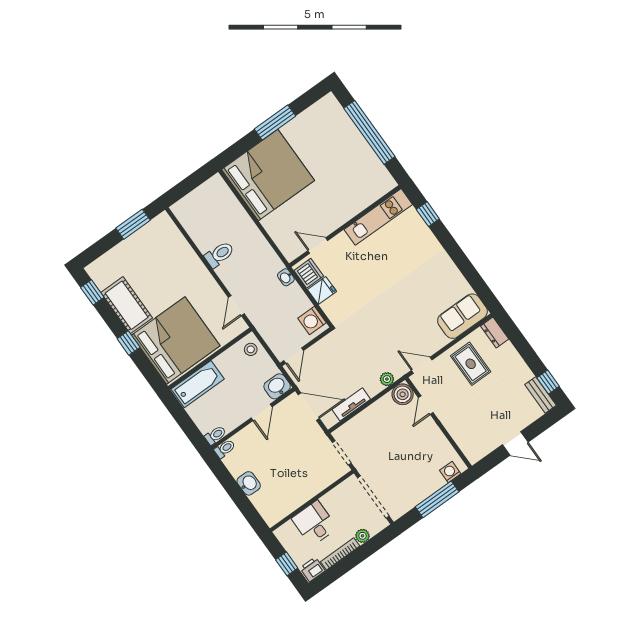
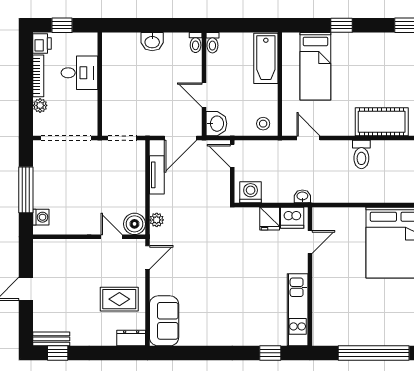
cot: (127, 305) -> (382, 122), moved
bed: (176, 341) -> (315, 66), width x0.49

